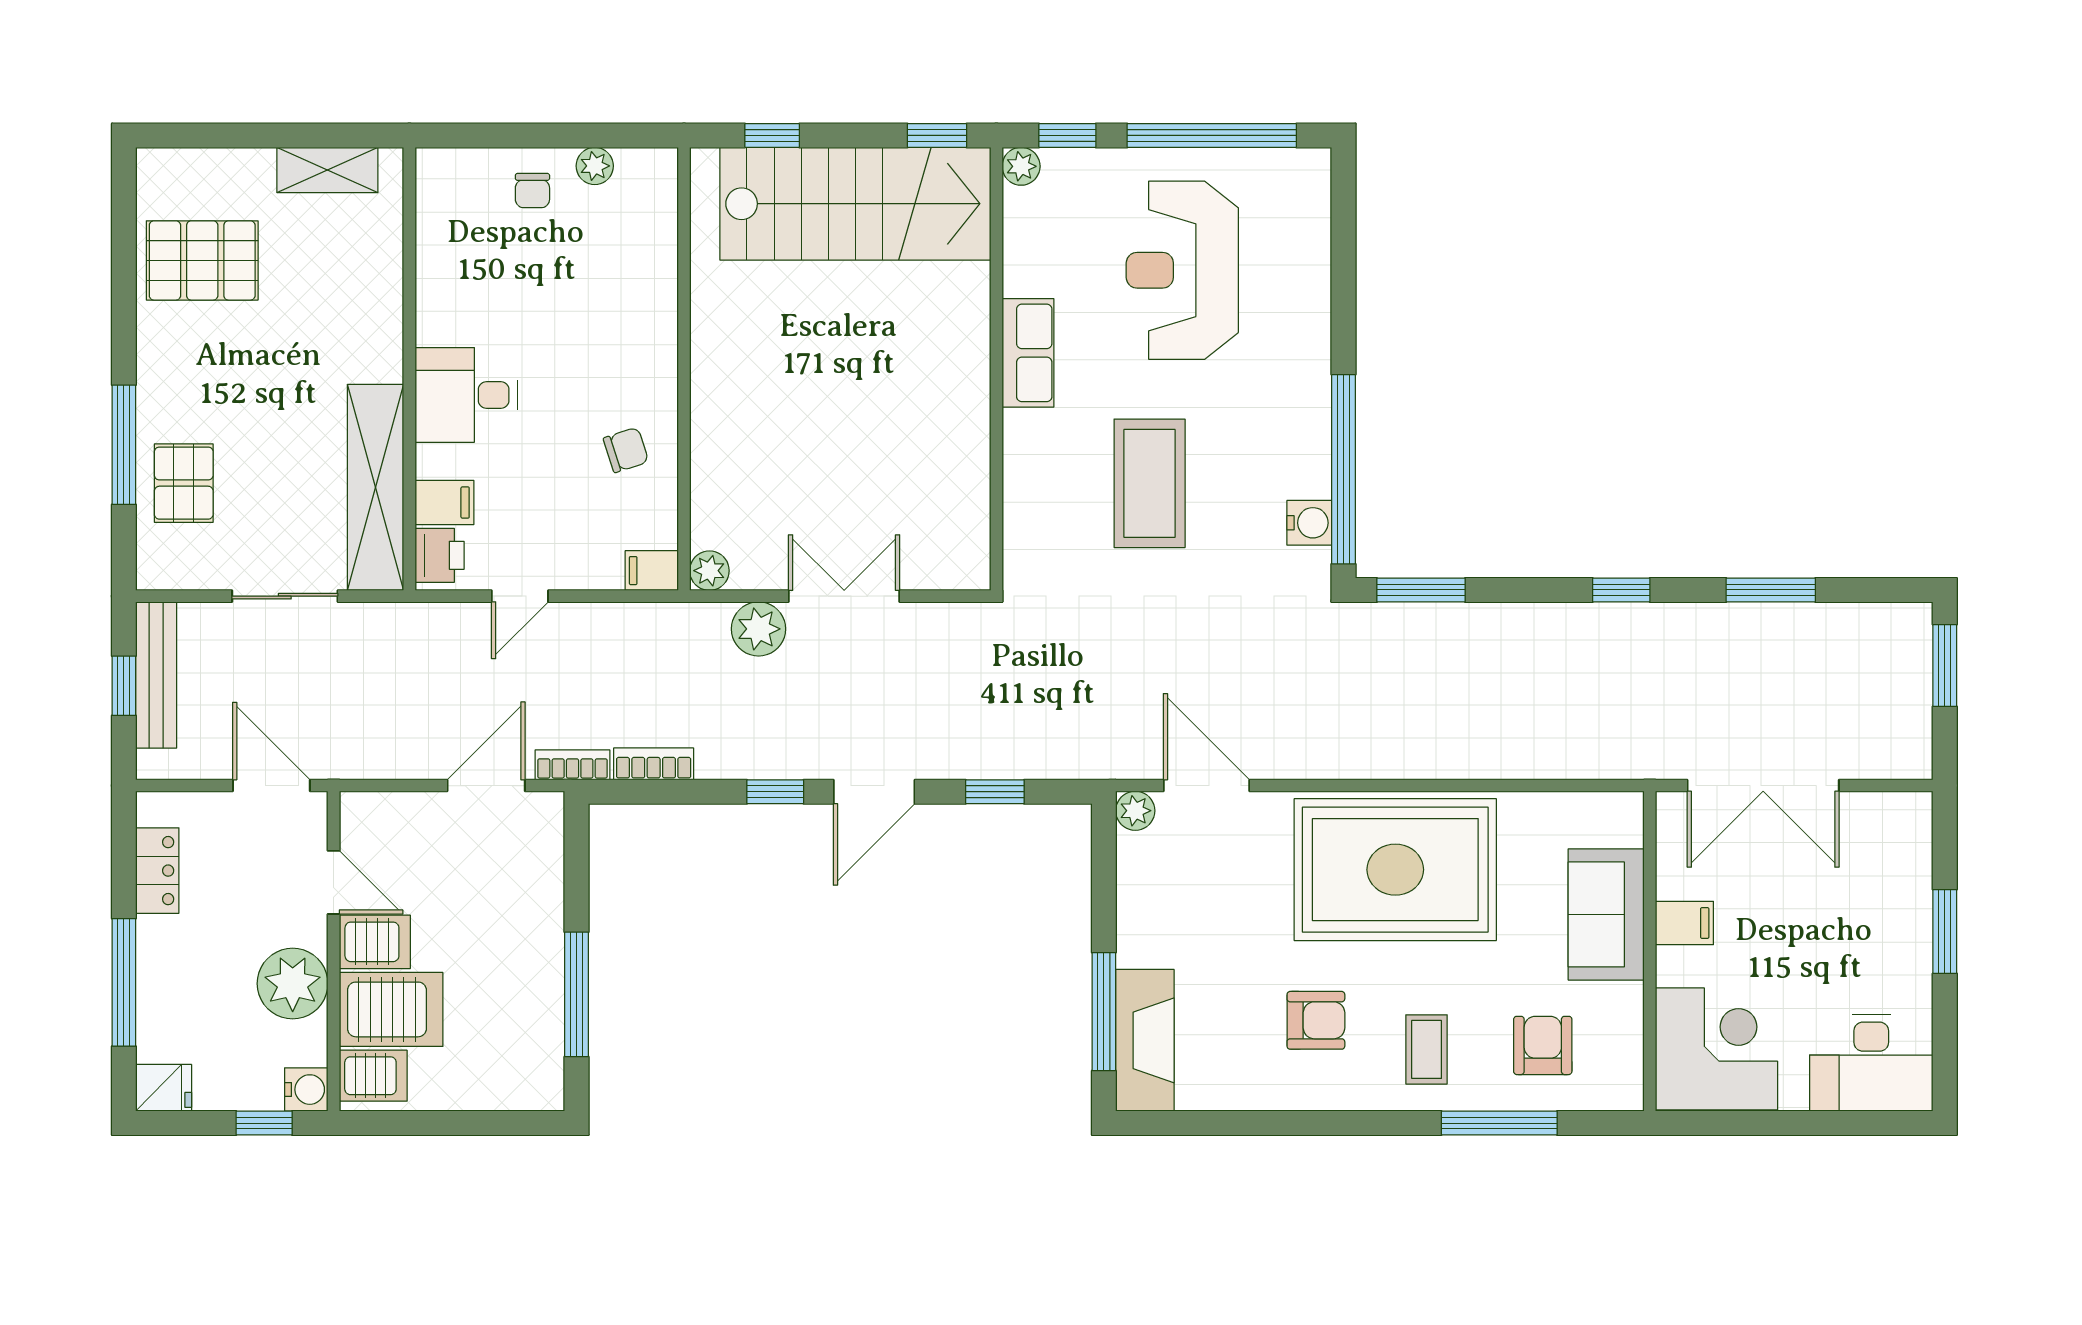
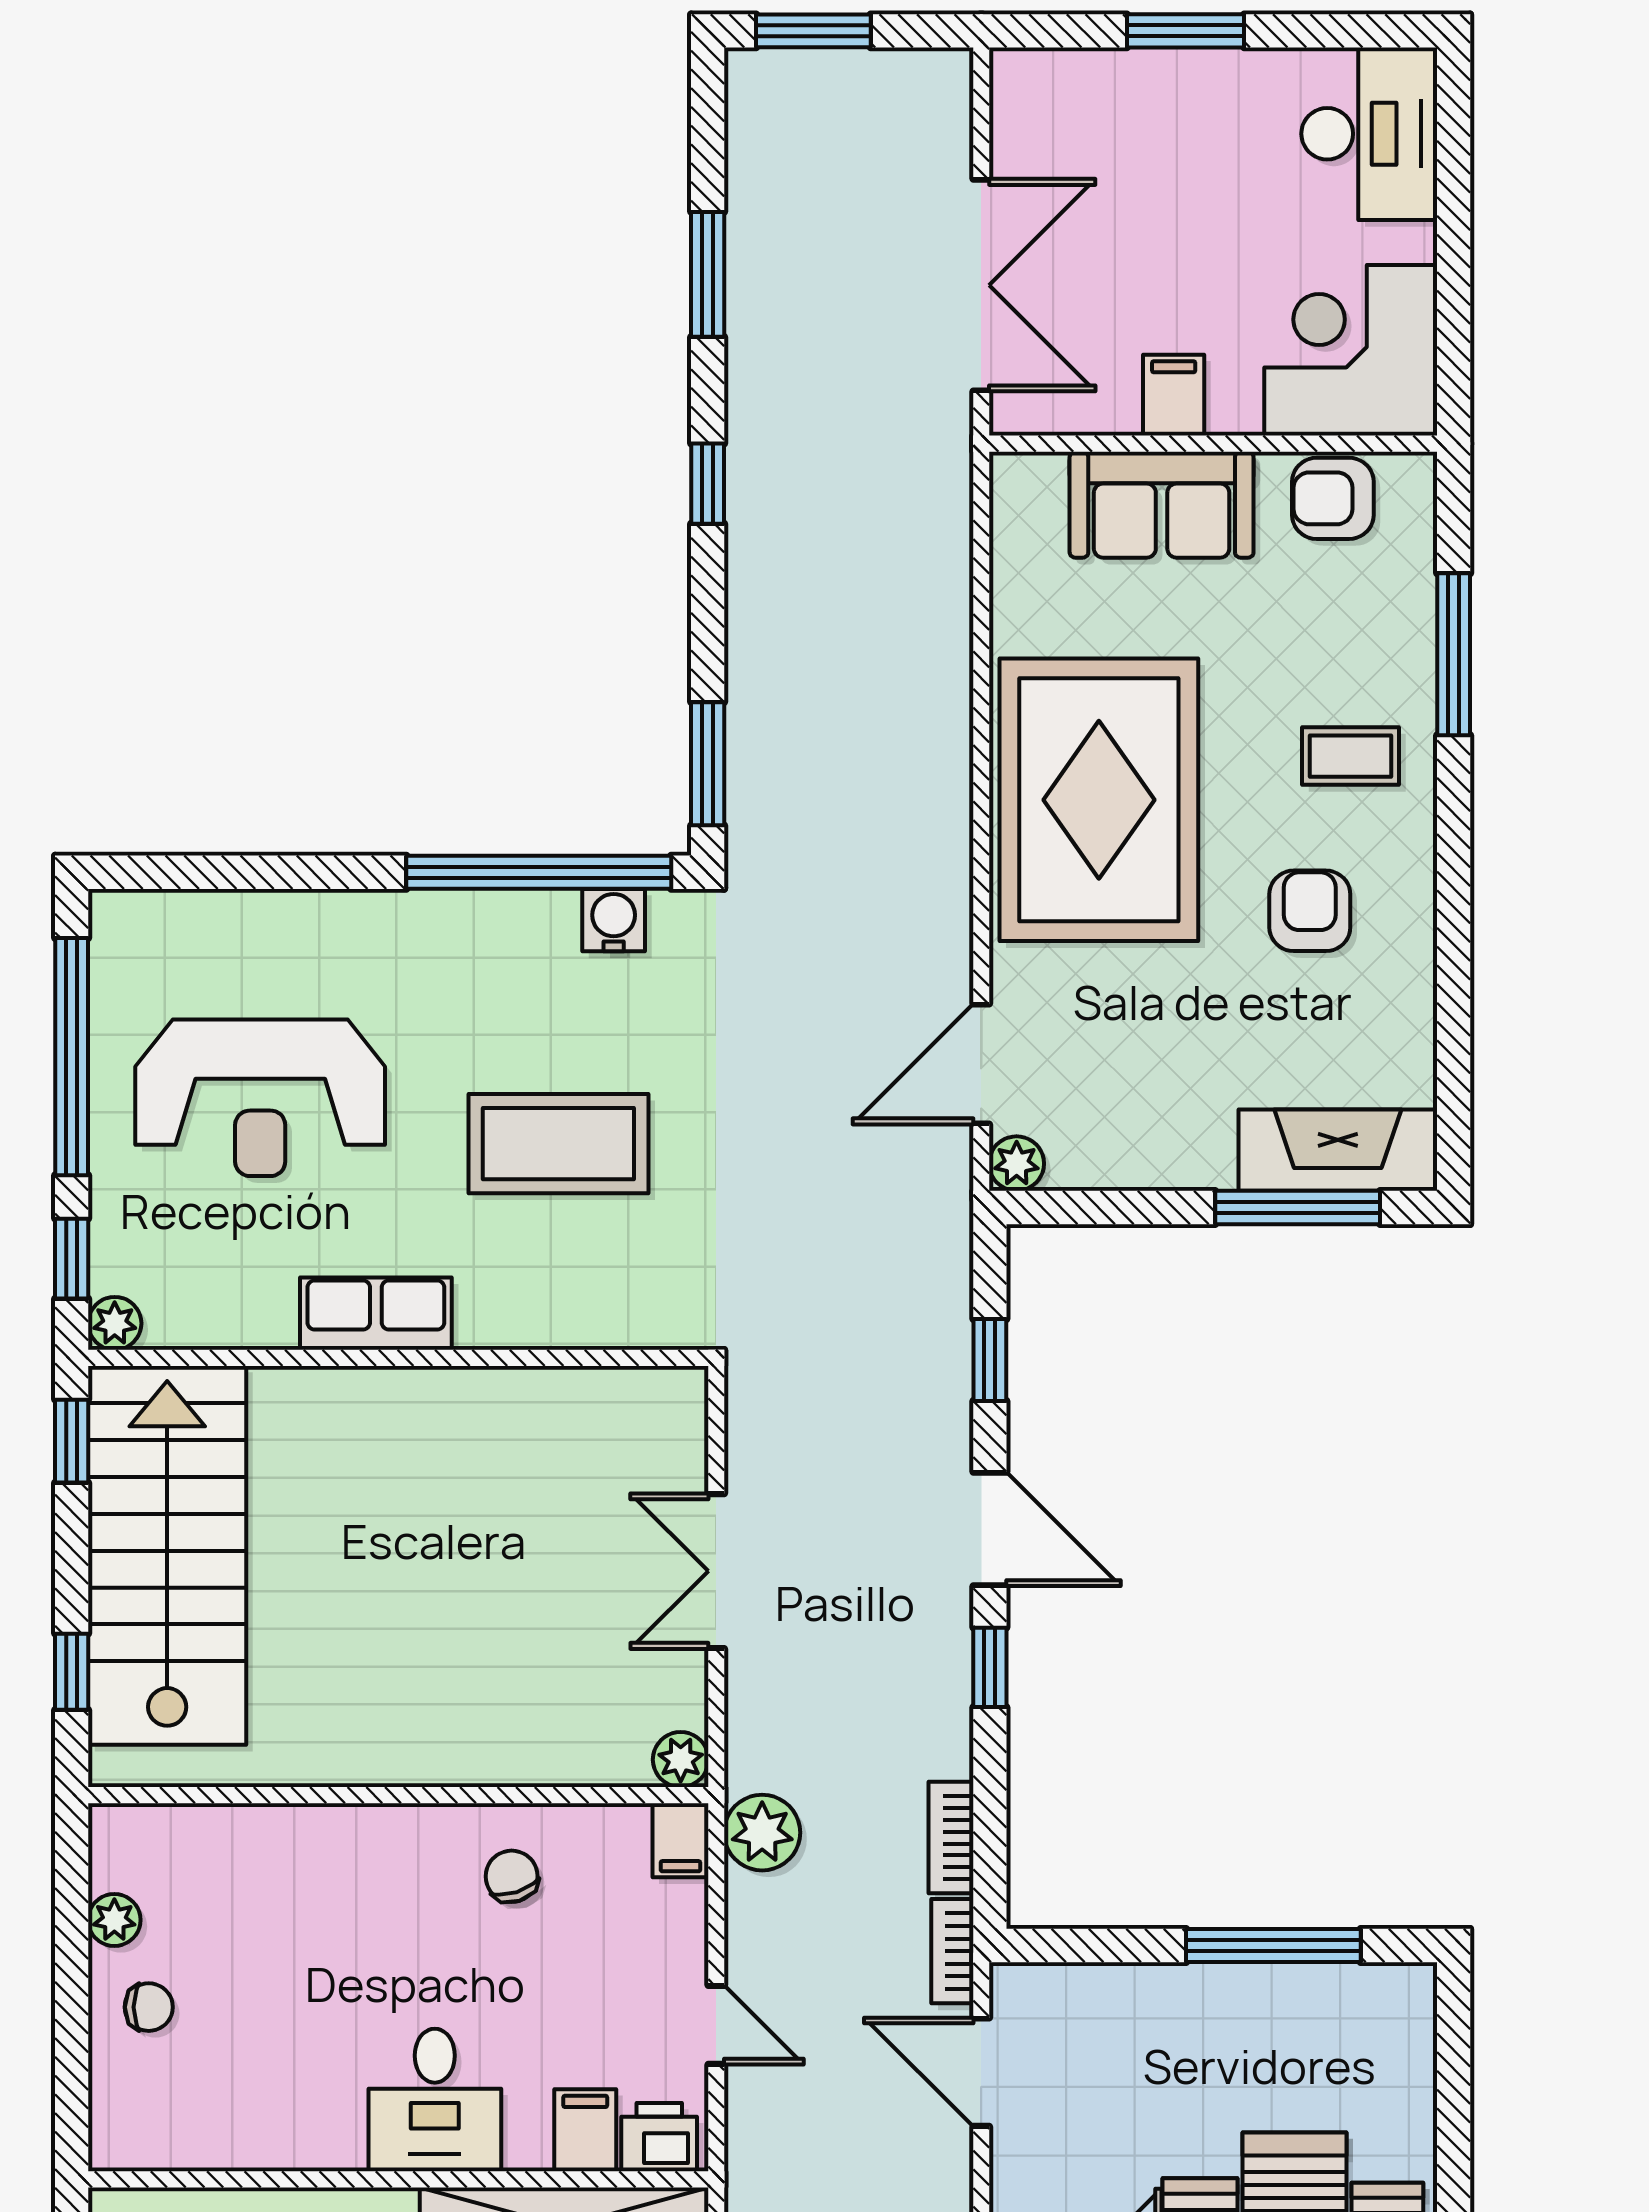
plant: (759, 629) -> (762, 1833), moved
armchair: (1543, 1045) -> (1333, 498), moved

